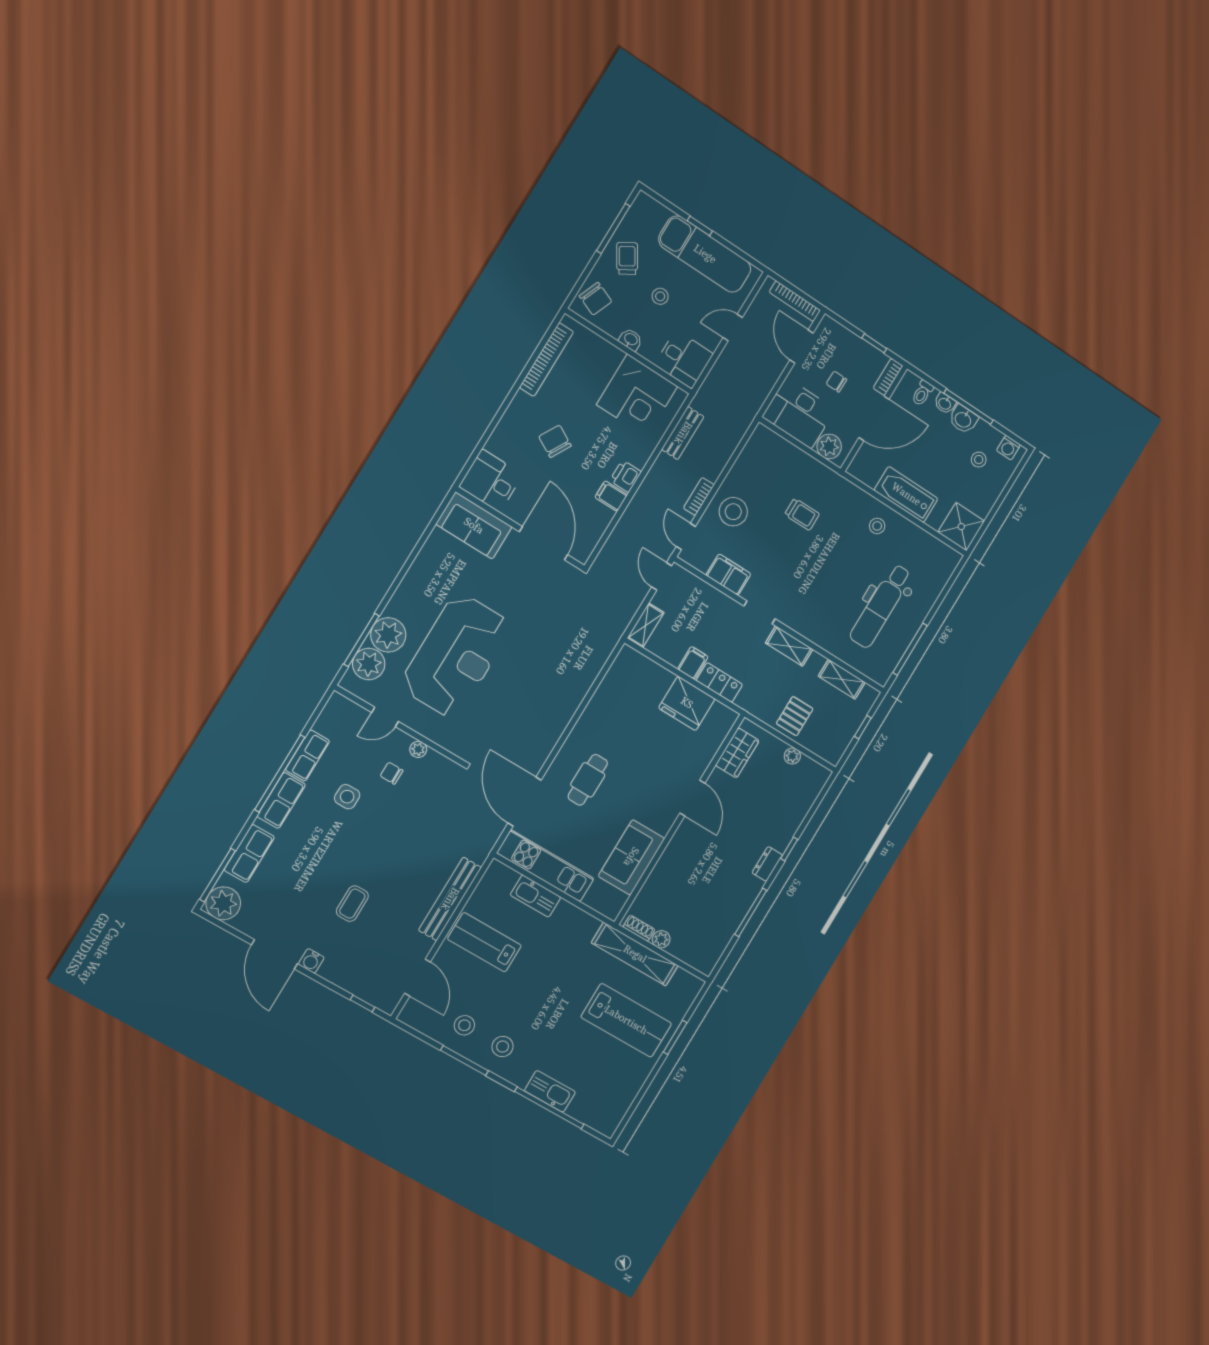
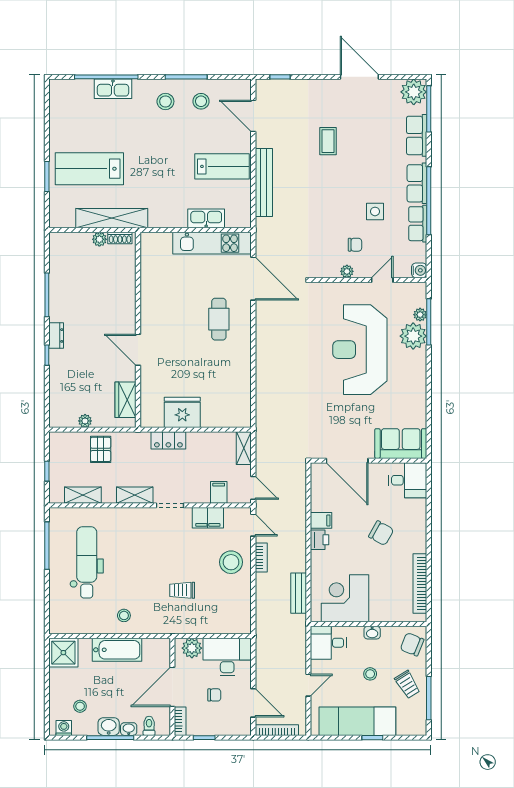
filing cabinet: (693, 663) -> (219, 492), moved, turned 180
plant: (369, 664) -> (420, 315), width x0.53, depth x0.53
sofa: (631, 857) -> (156, 284), removed
water cooler: (311, 961) -> (419, 270), moved, turned 90

